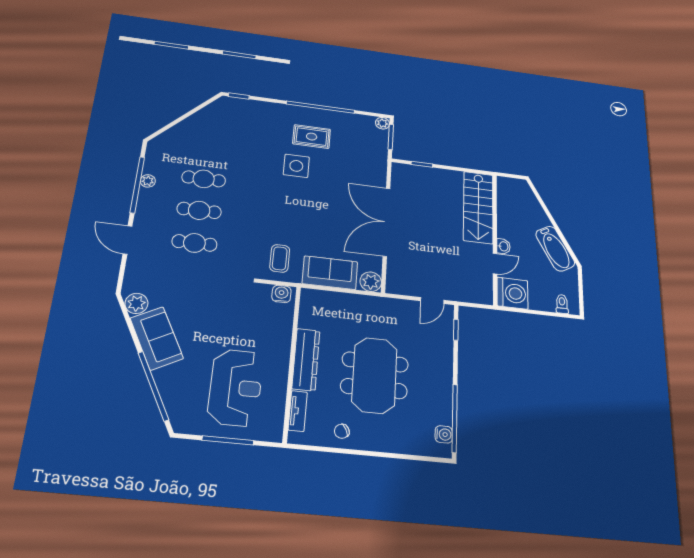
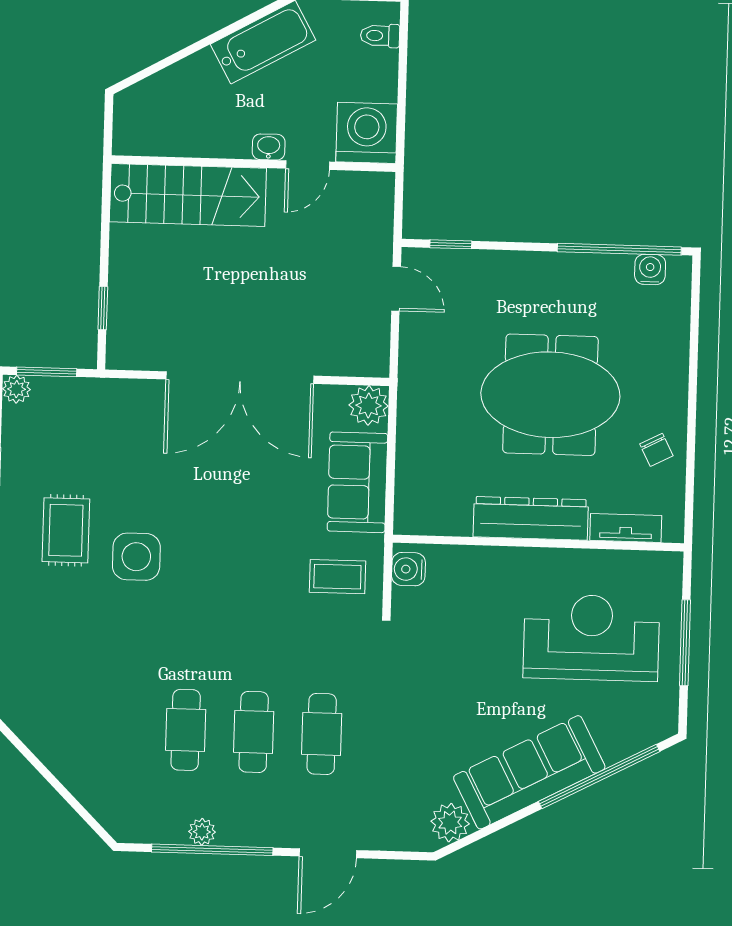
door: (495, 264) -> (308, 165), swing flipped
sofa: (157, 338) -> (529, 772), width x1.36

